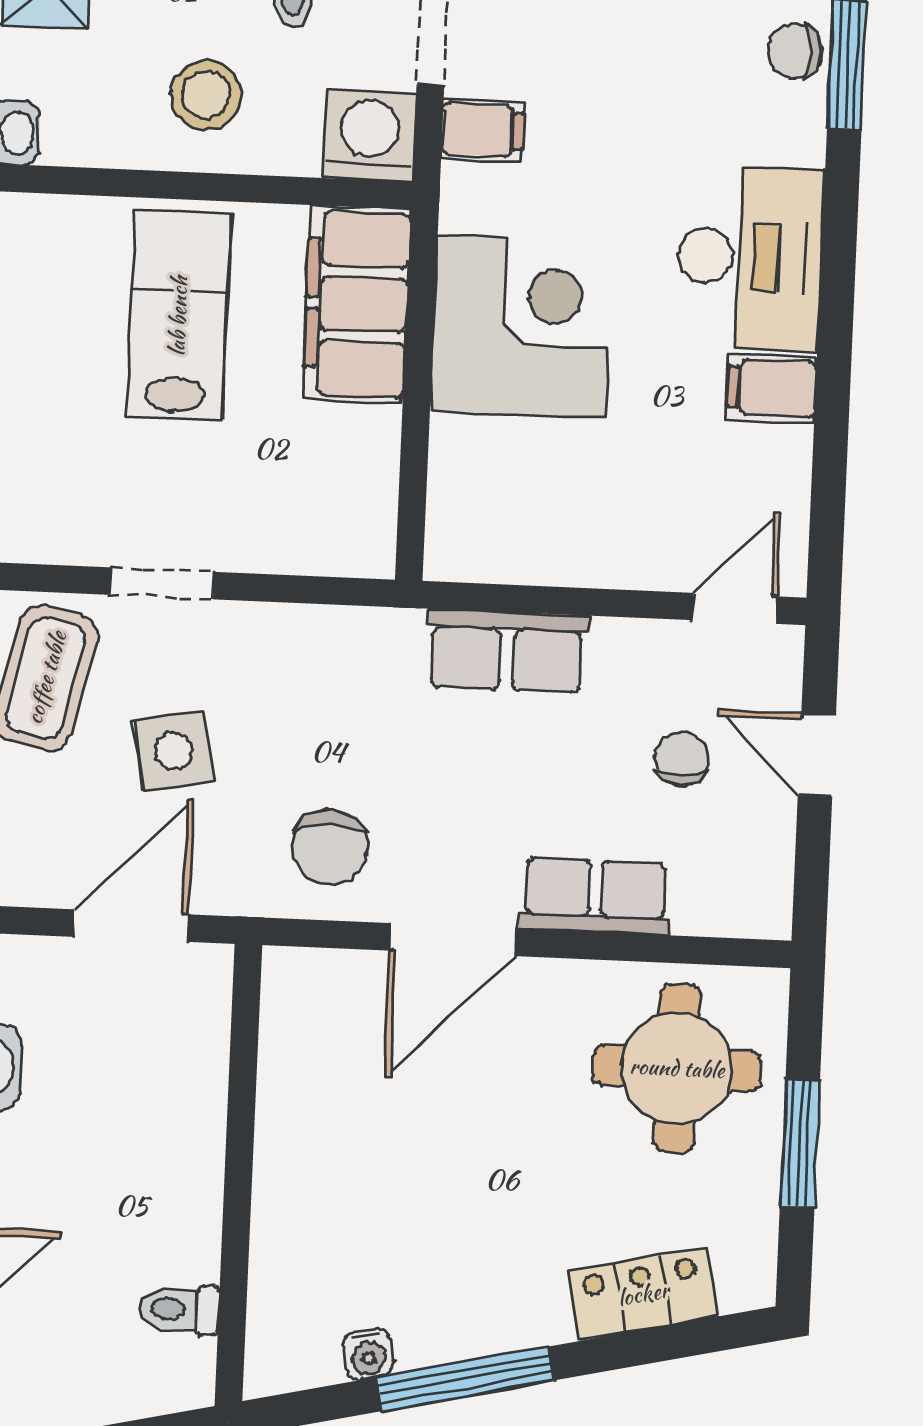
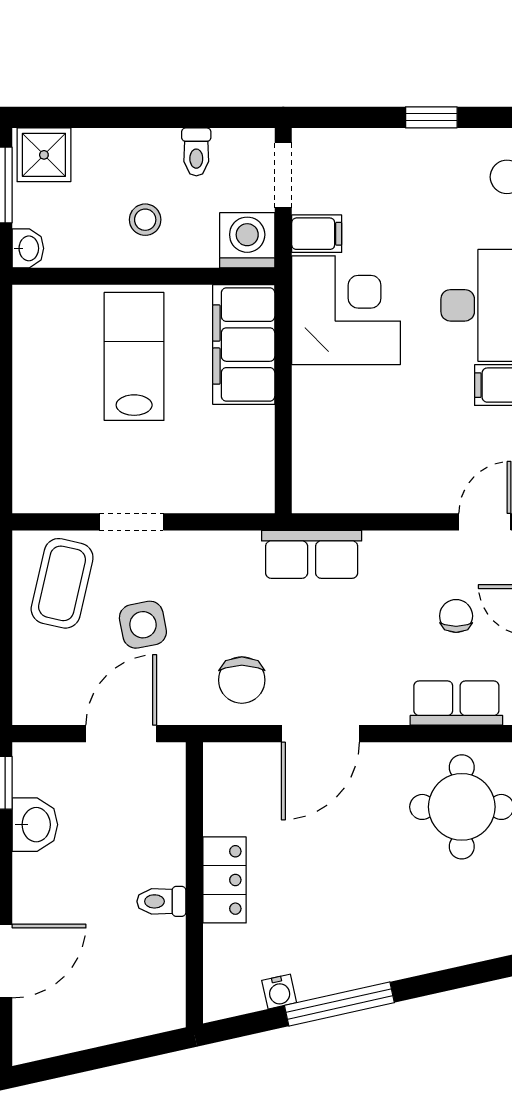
stool: (206, 95) -> (145, 220), width x0.73, depth x0.73
corner desk: (522, 327) -> (346, 310), moved
row of seats: (507, 651) -> (312, 554), moved
row of seats: (595, 896) -> (456, 703), moved
locker: (643, 1294) -> (225, 880), moved, turned 103
toilet: (179, 1309) -> (161, 901), moved

